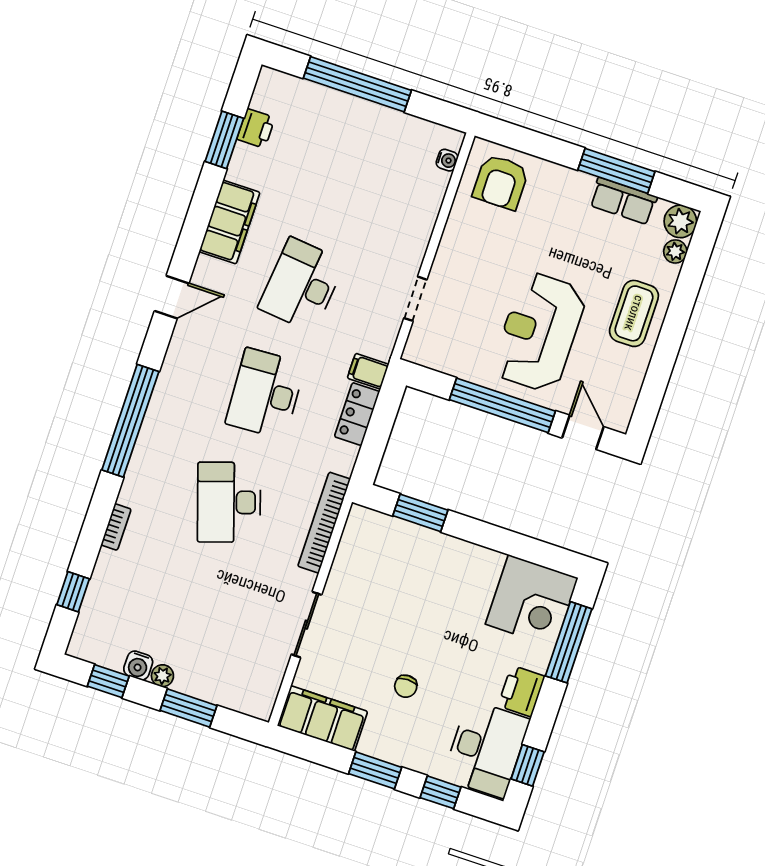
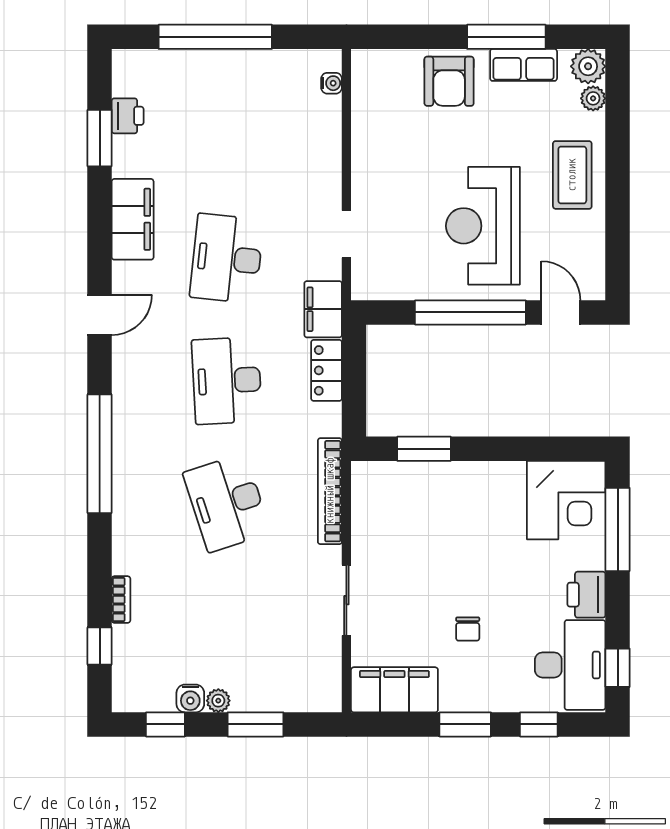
armchair: (501, 182) -> (449, 81), moved
filing cabinet: (368, 371) -> (323, 309), width x2.00
bookcase: (116, 527) -> (121, 600), moved

